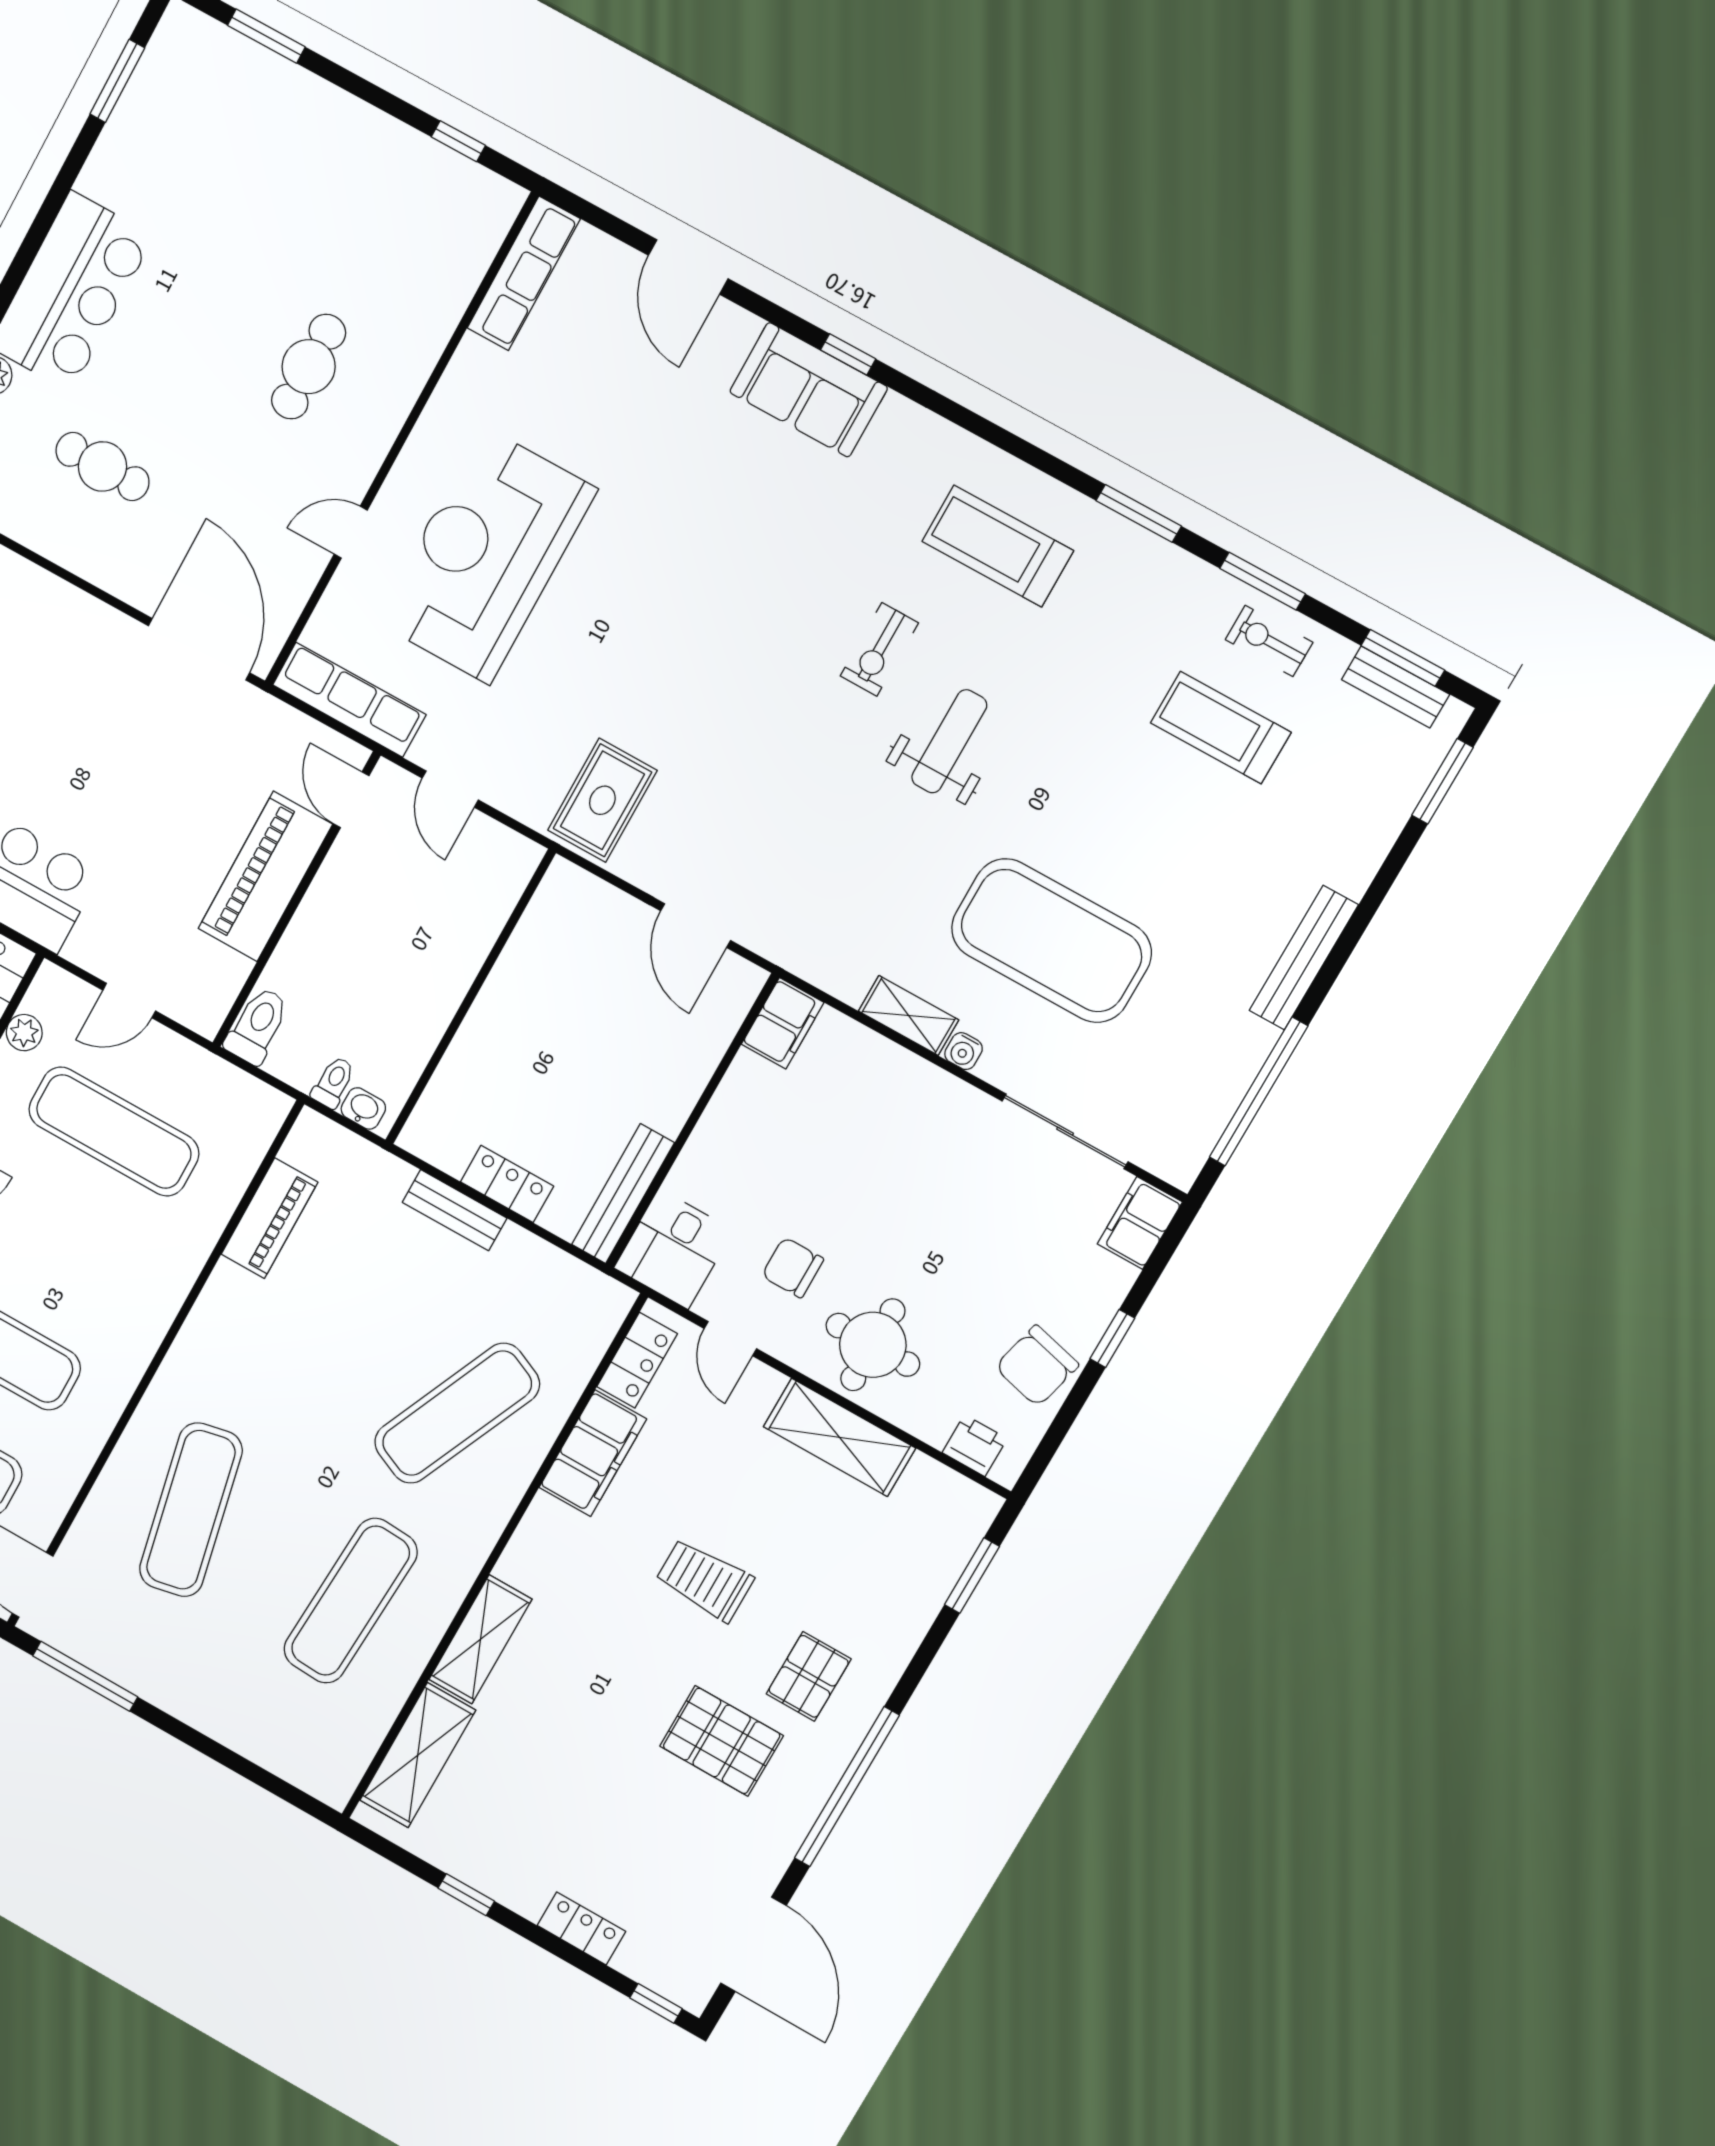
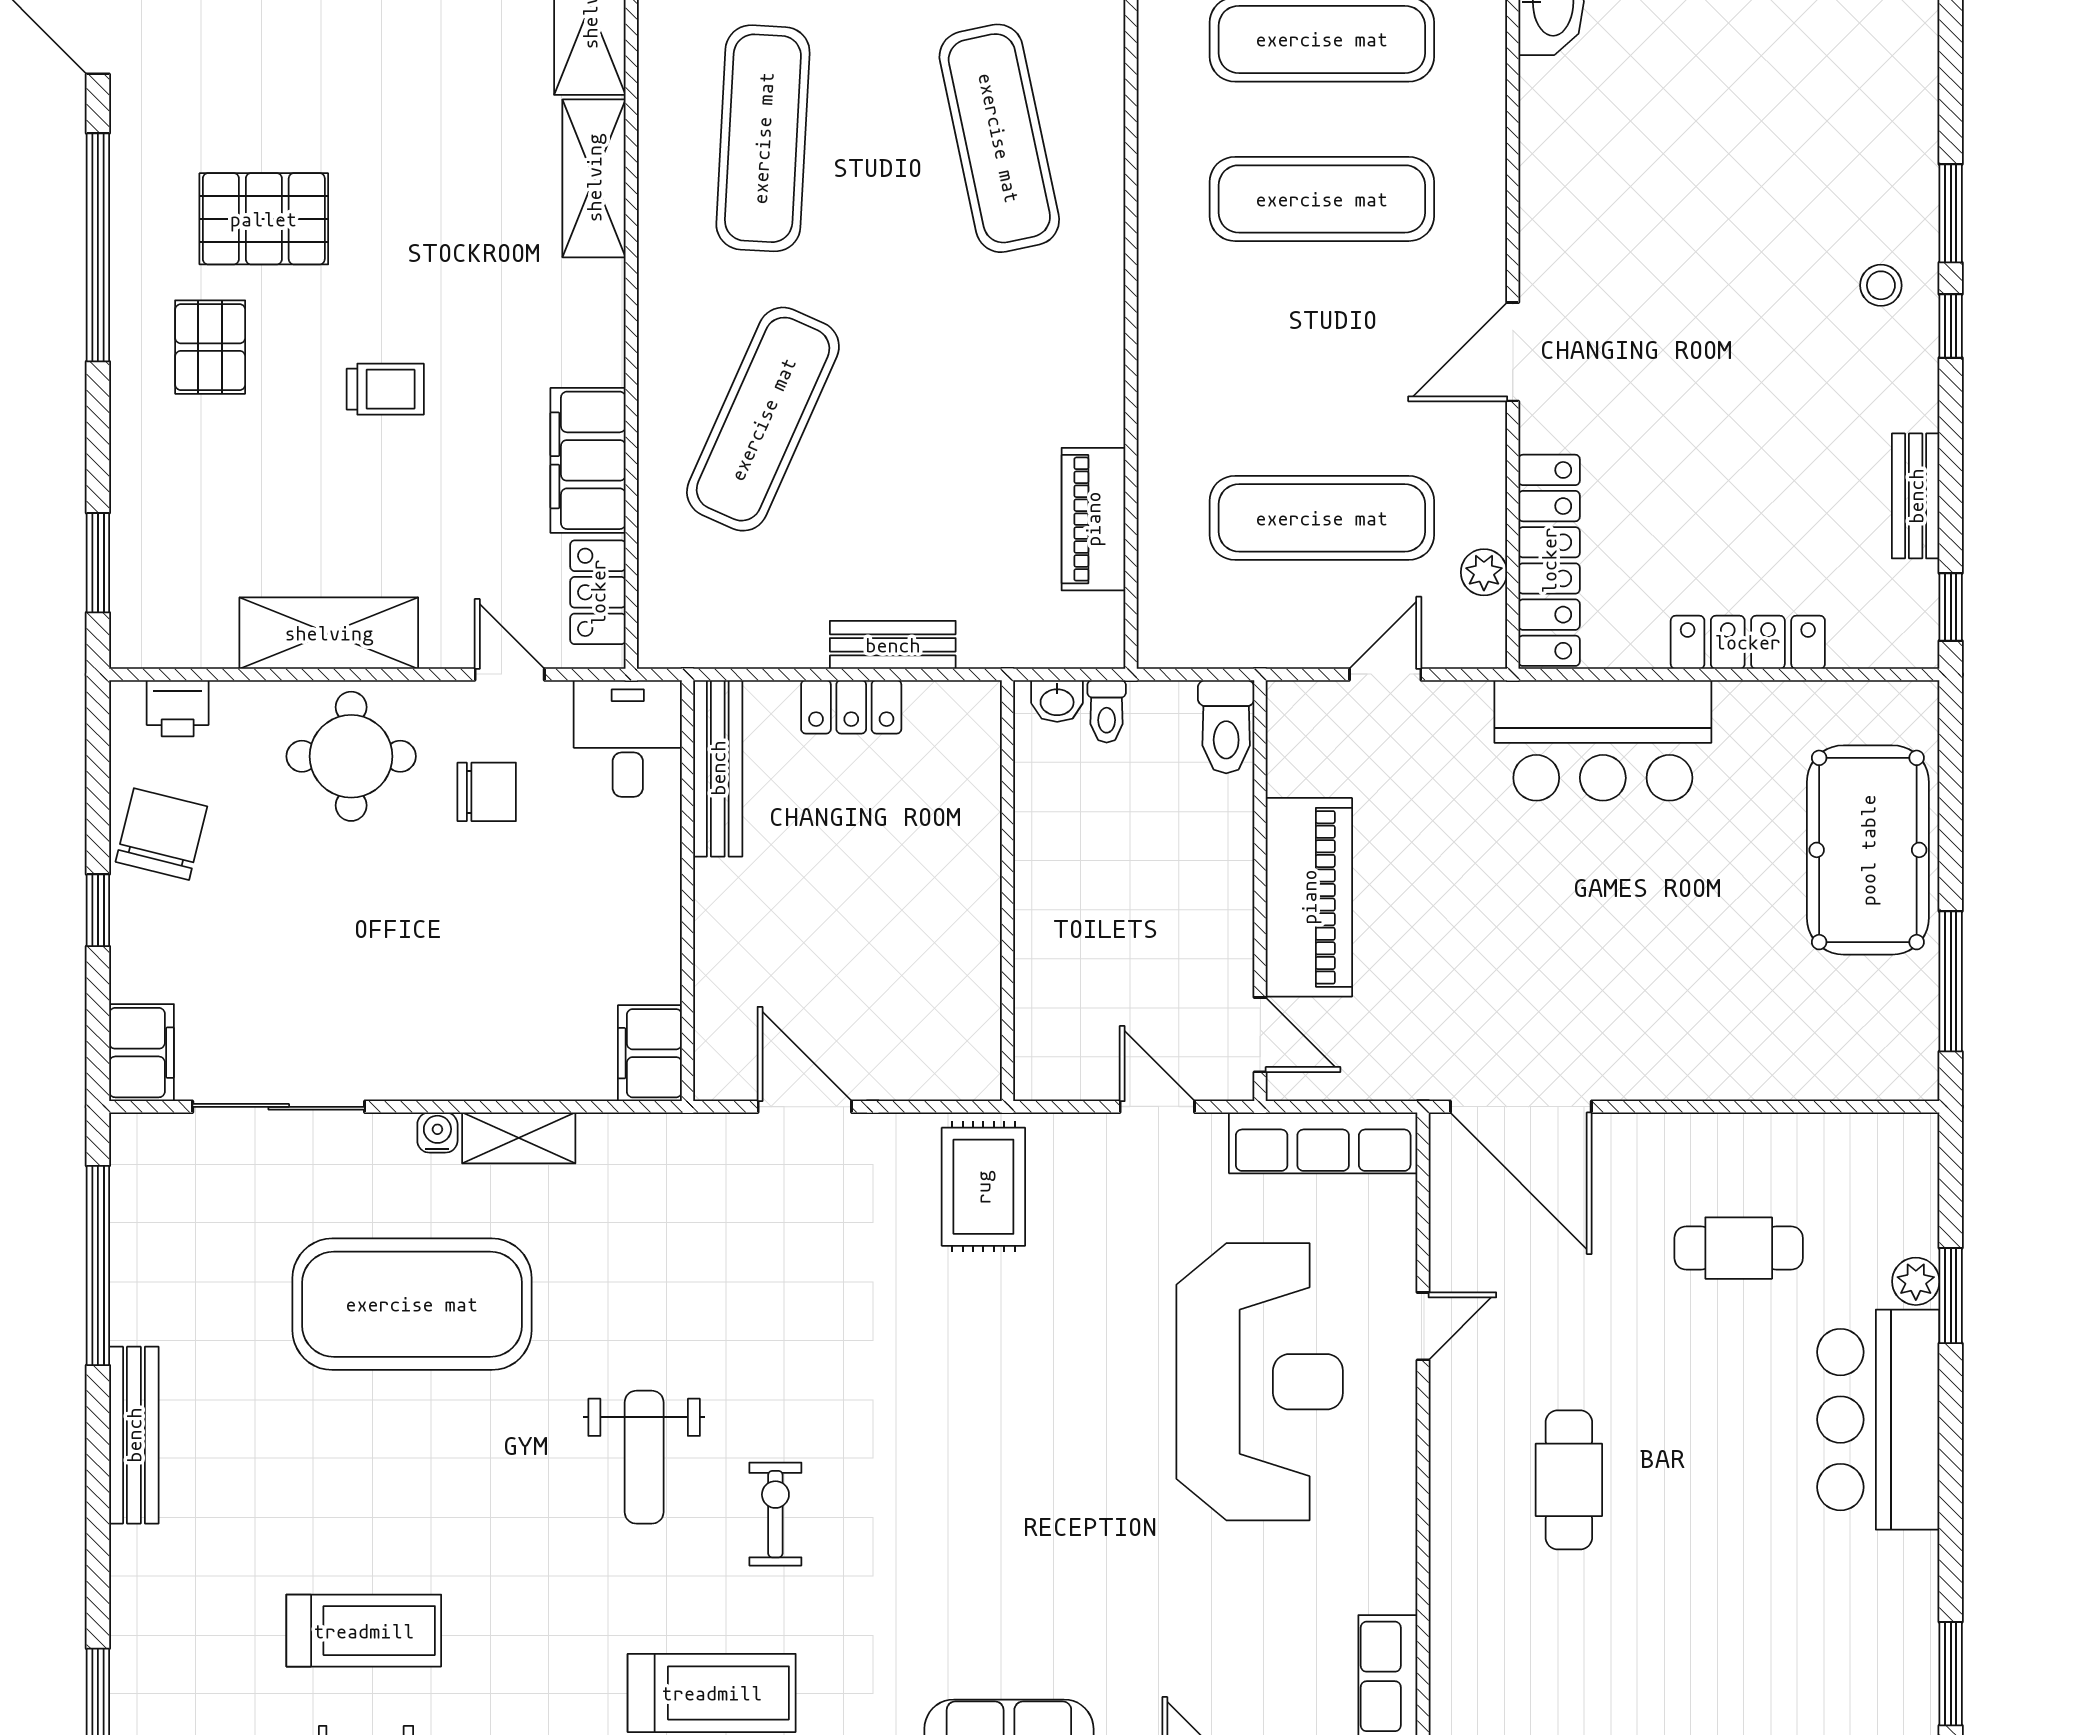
trolley: (705, 1580) -> (385, 389), width x0.73, depth x0.72

